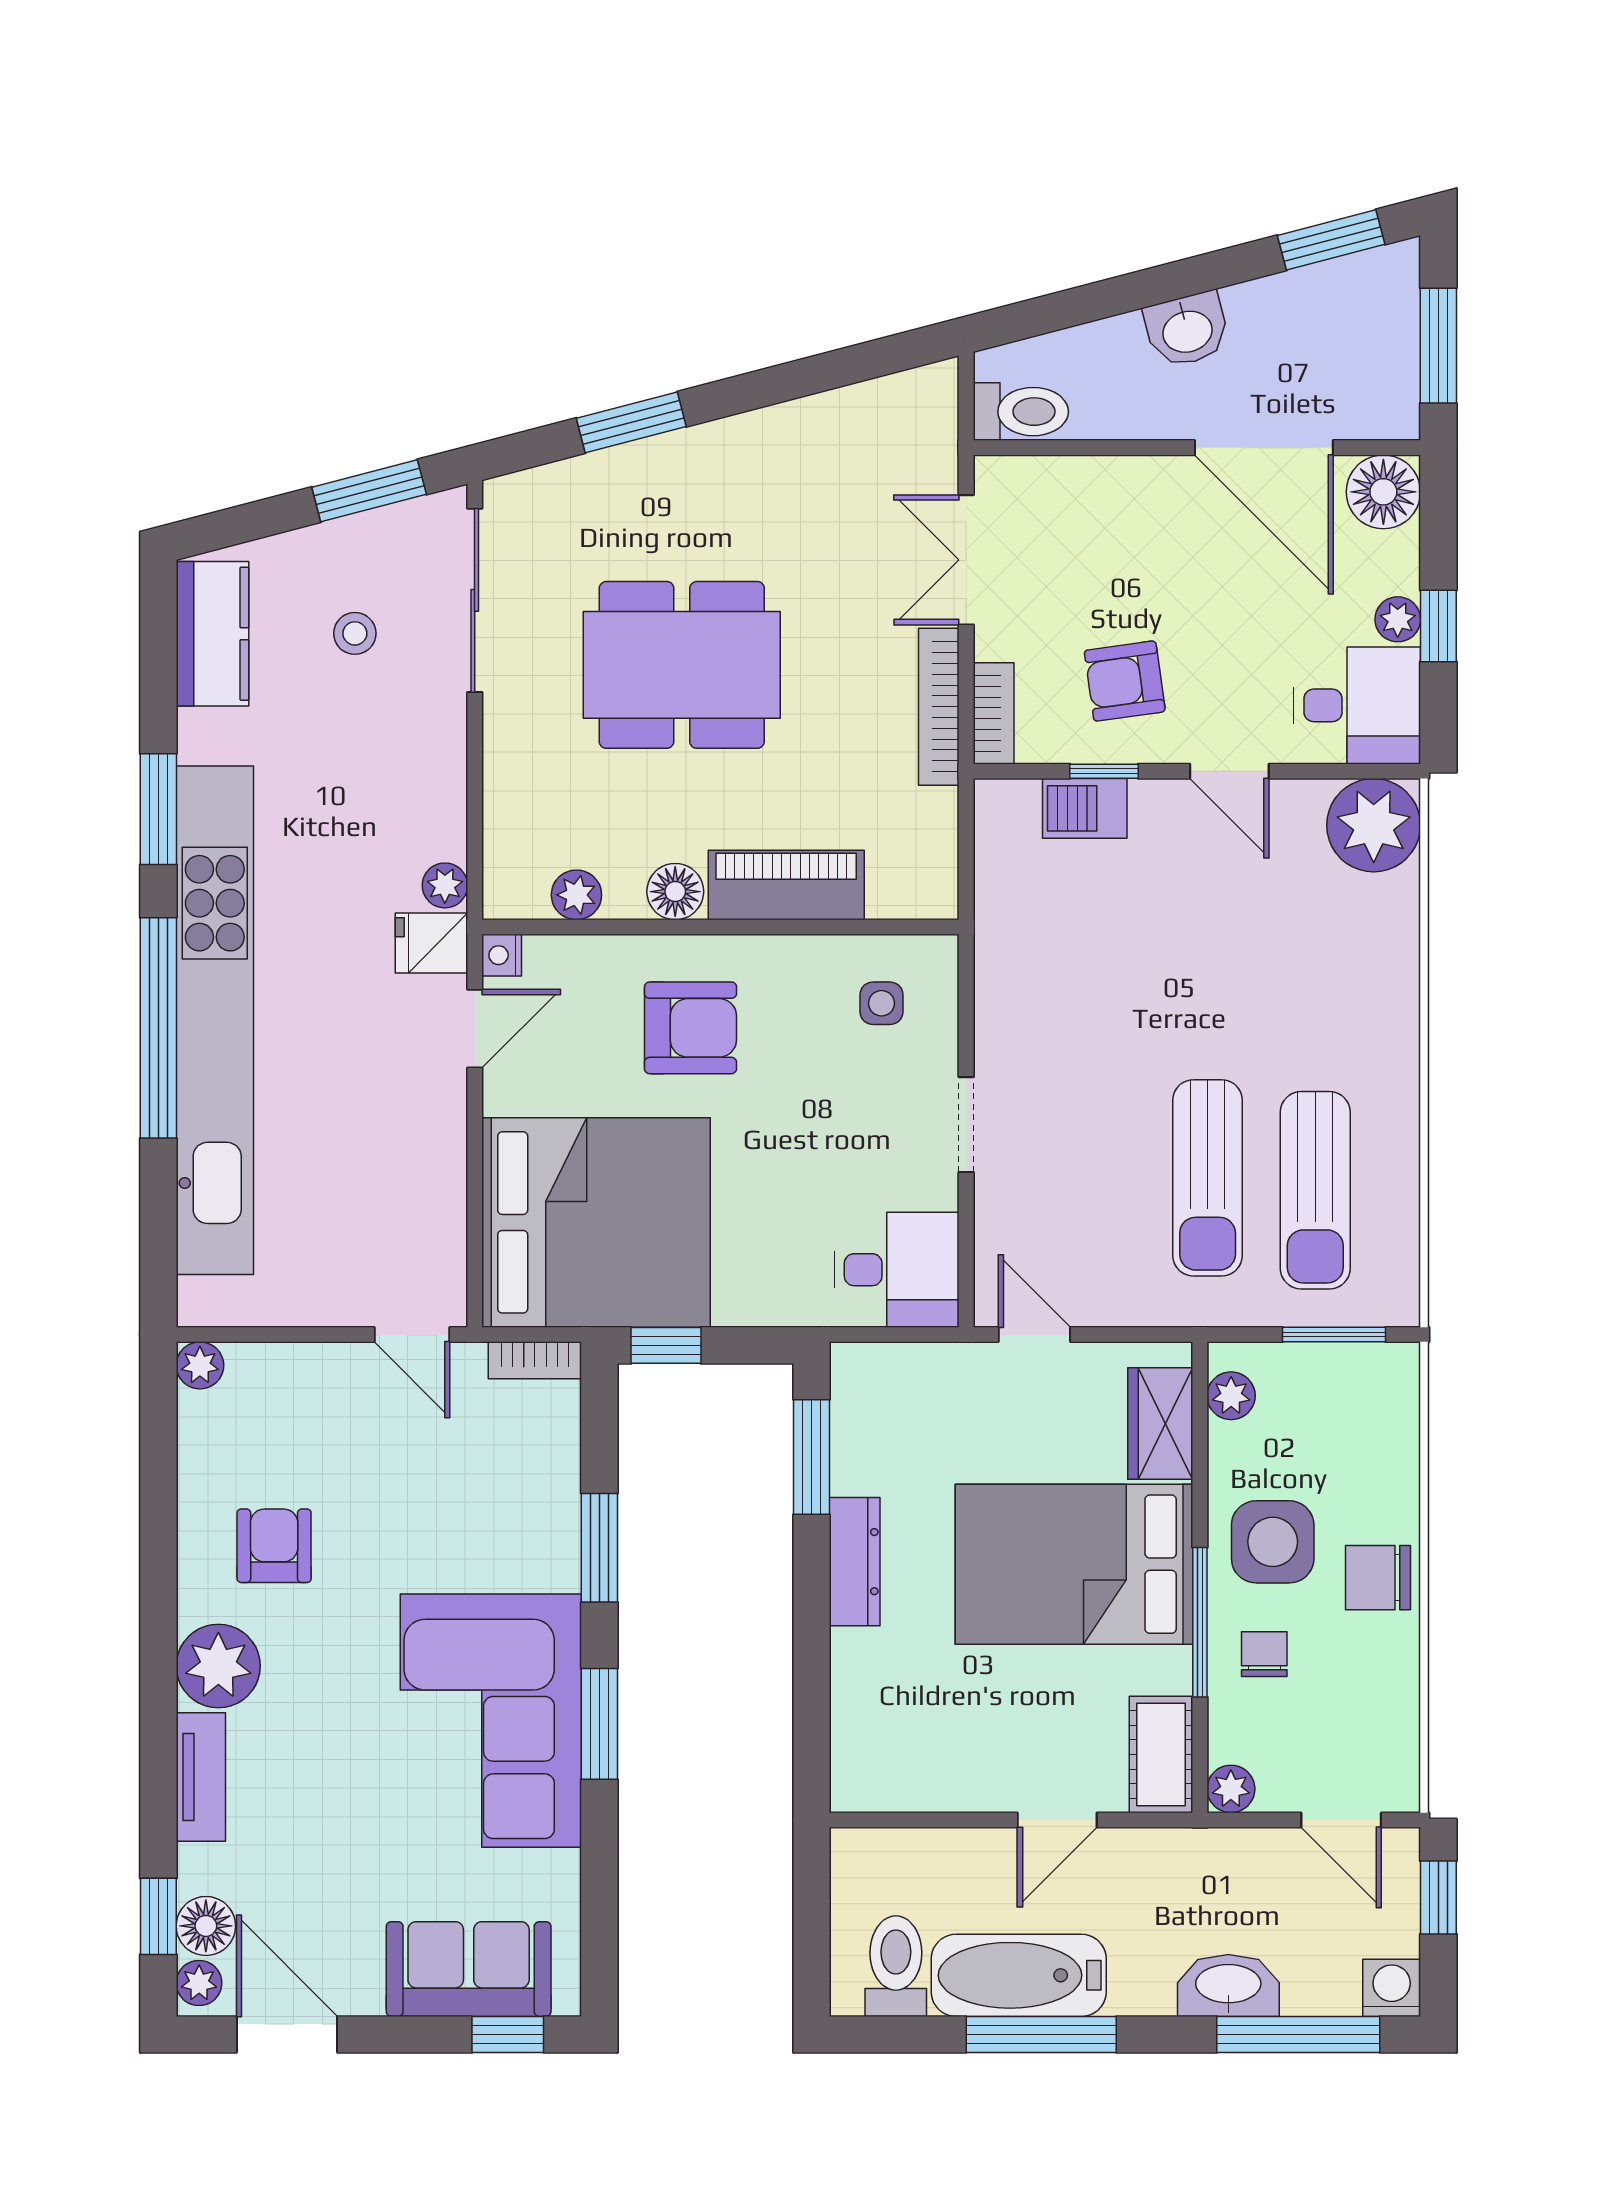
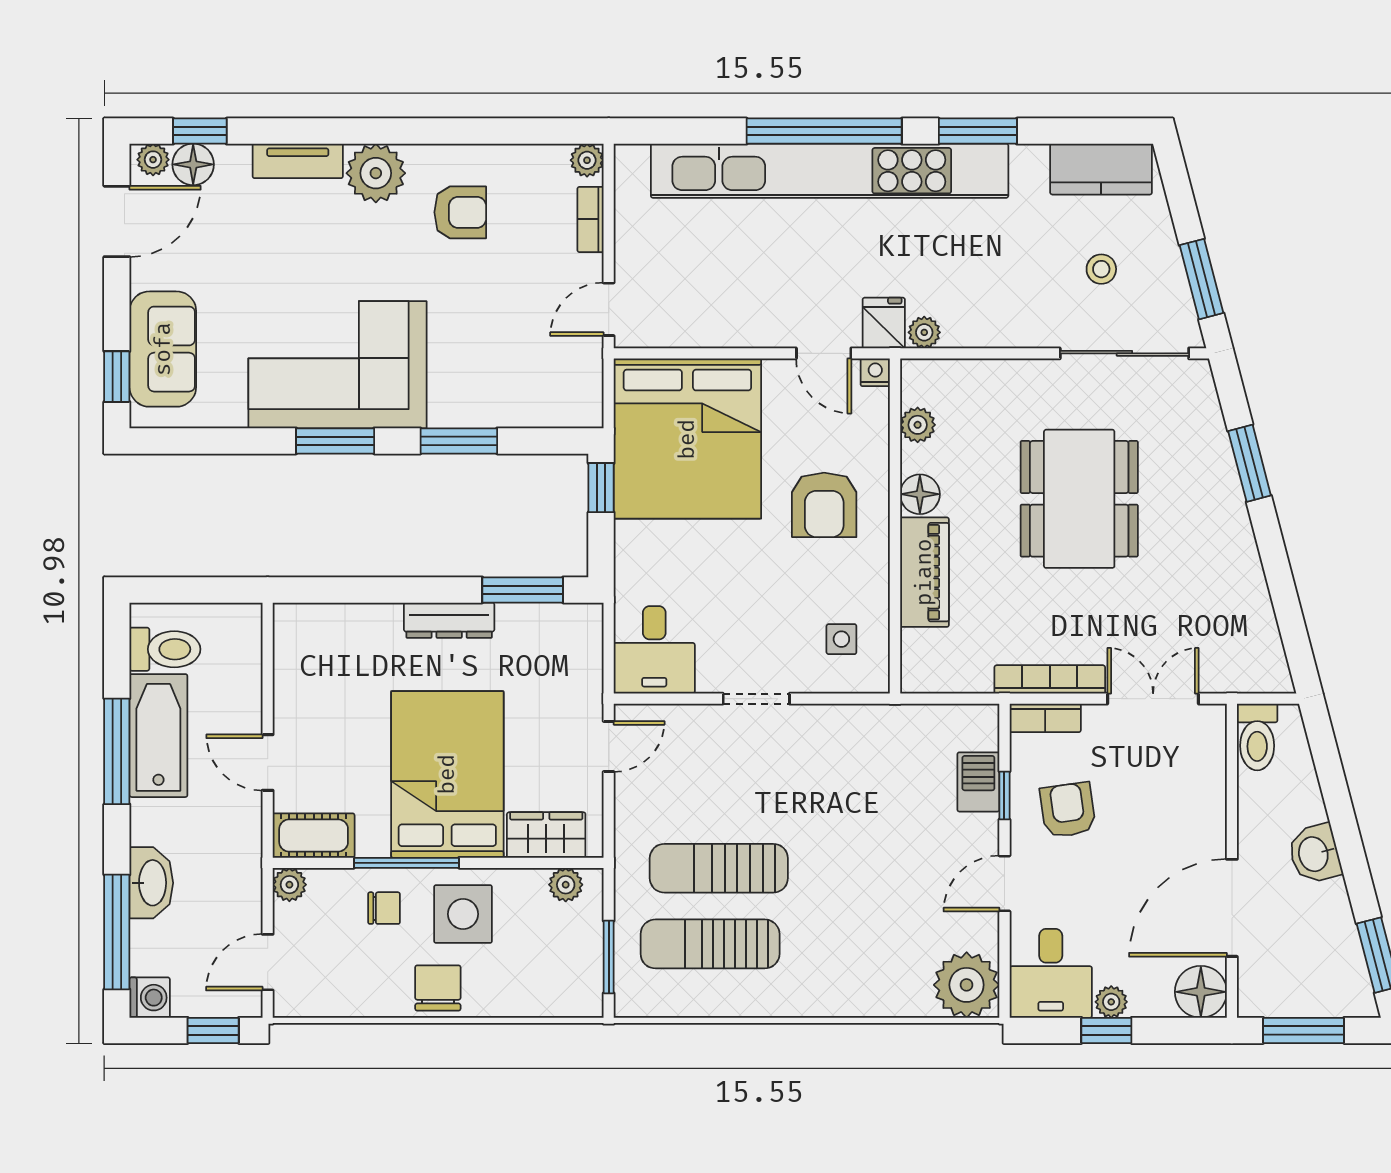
bookcase: (535, 1360) -> (591, 219), moved

